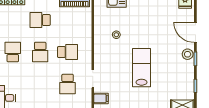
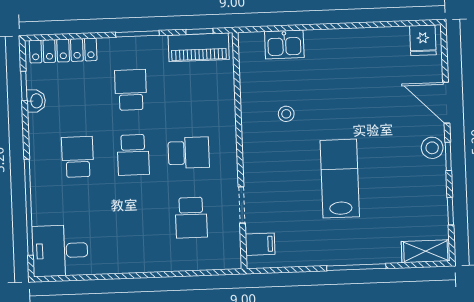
school desk: (40, 20) -> (131, 90), turned 90

